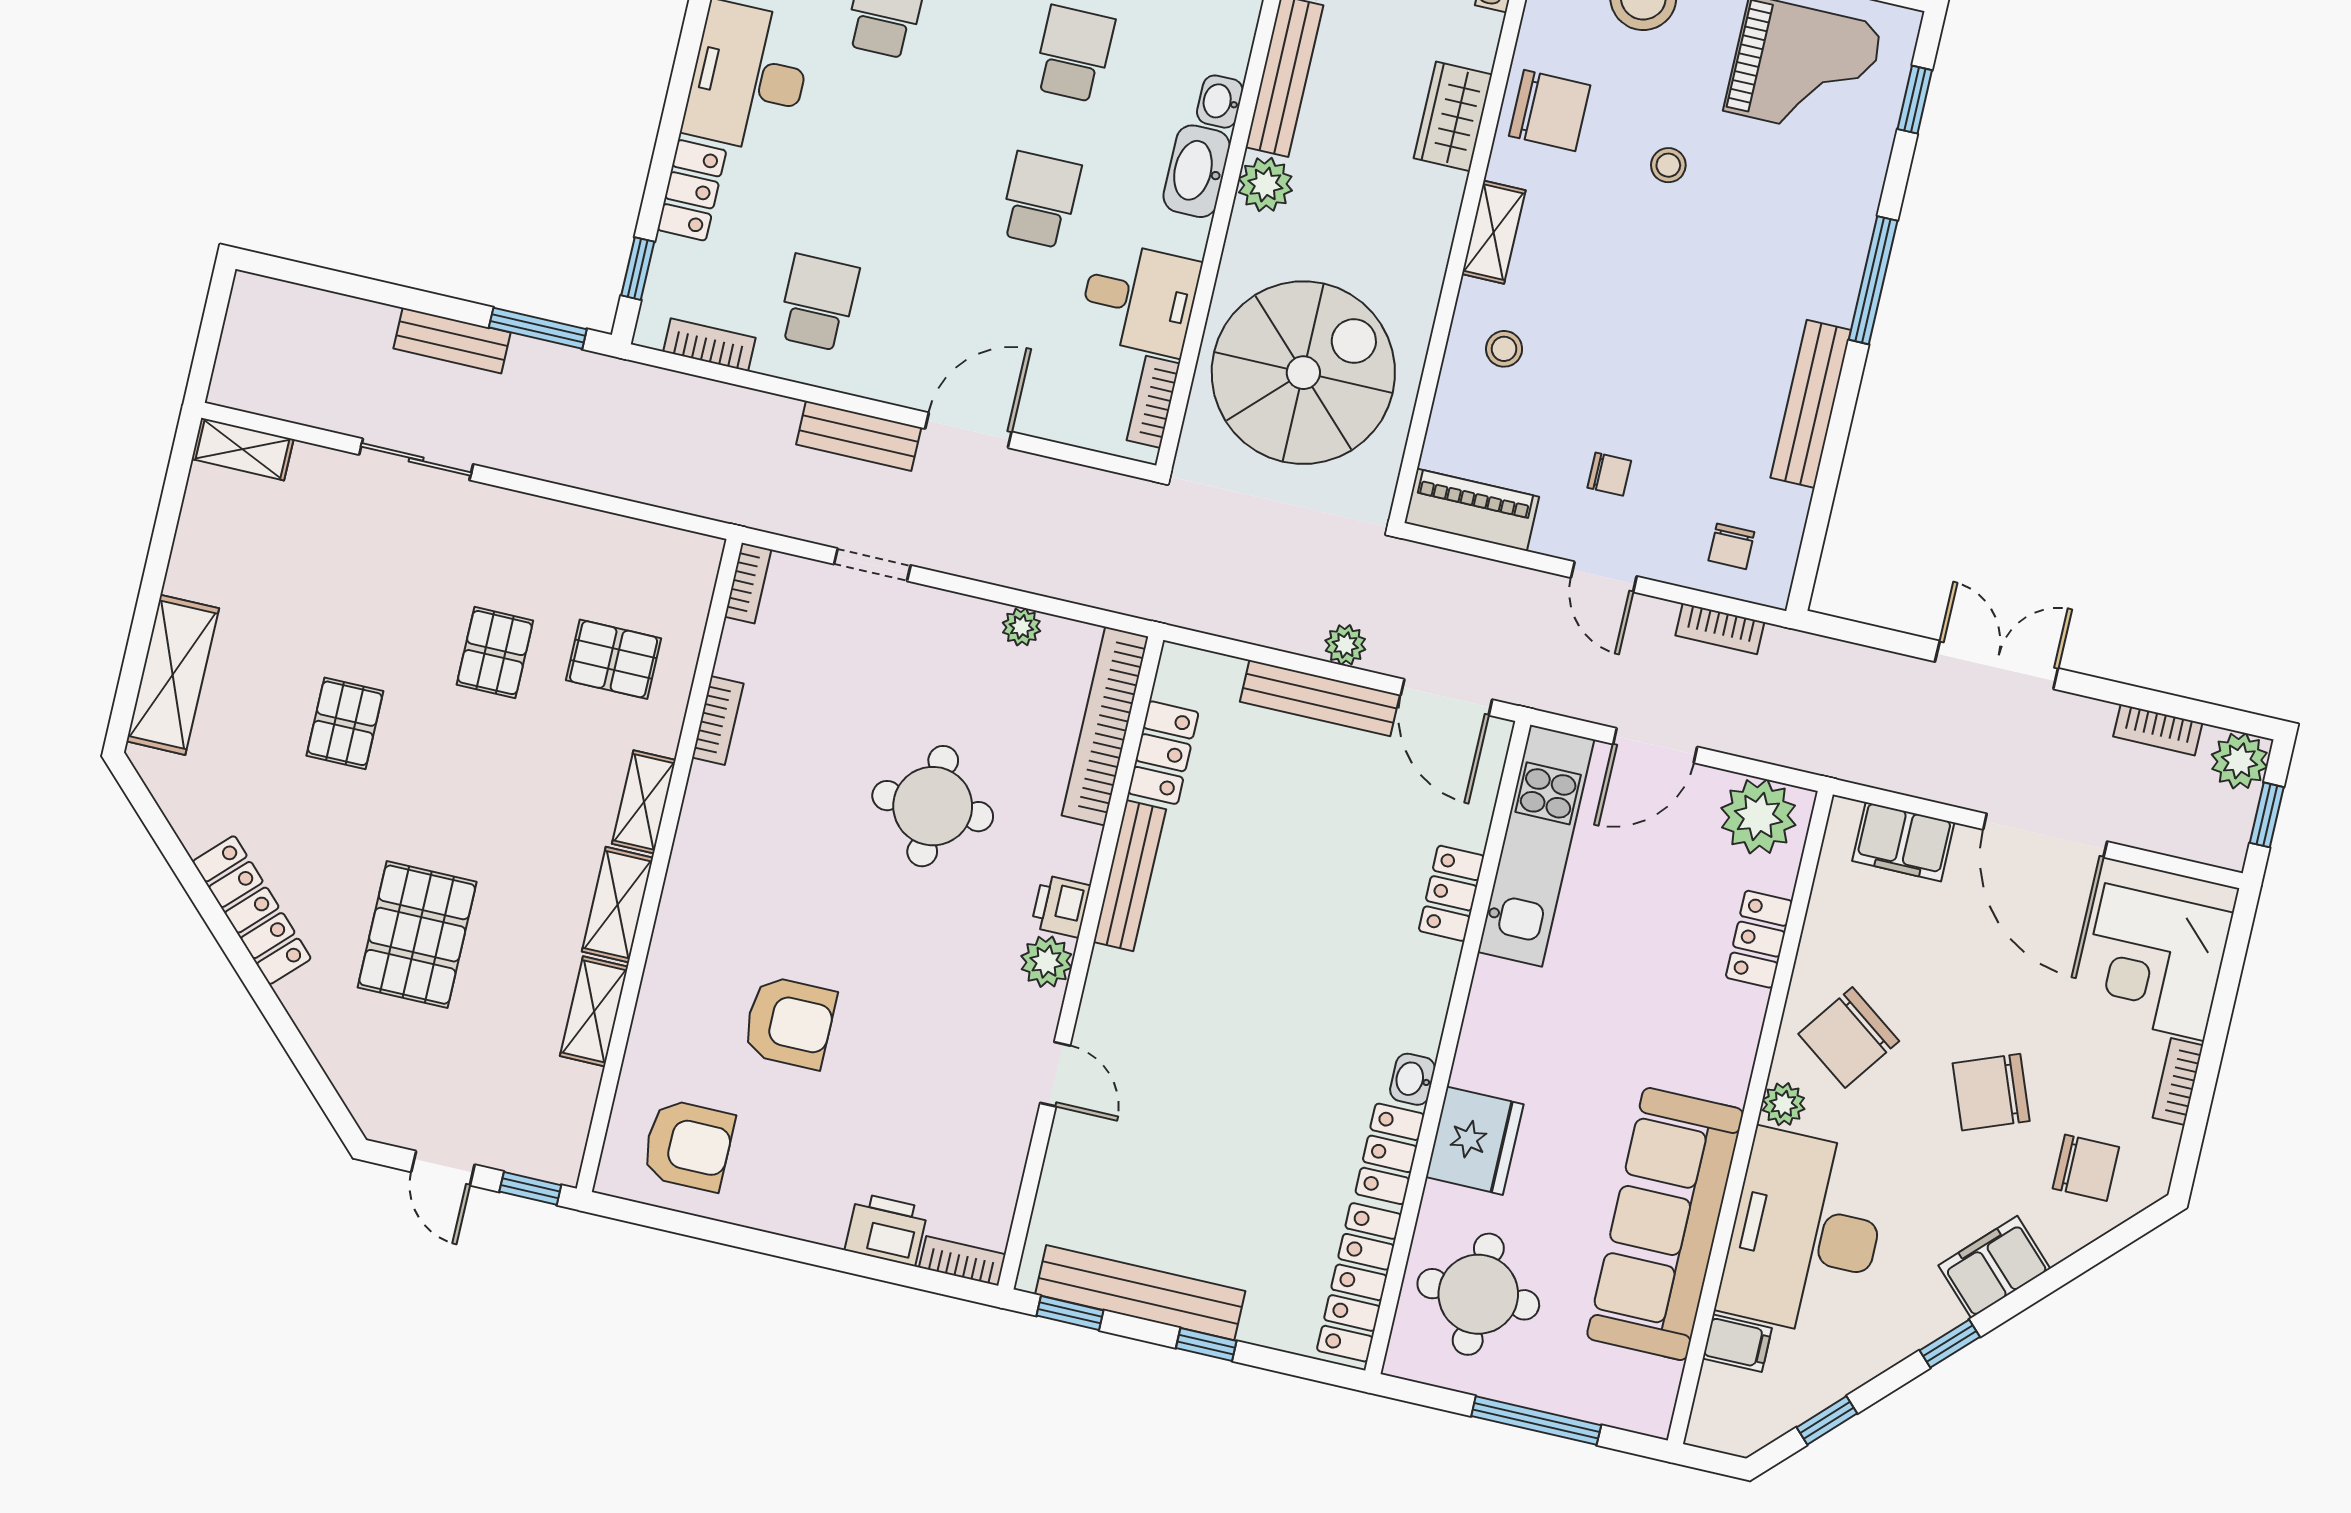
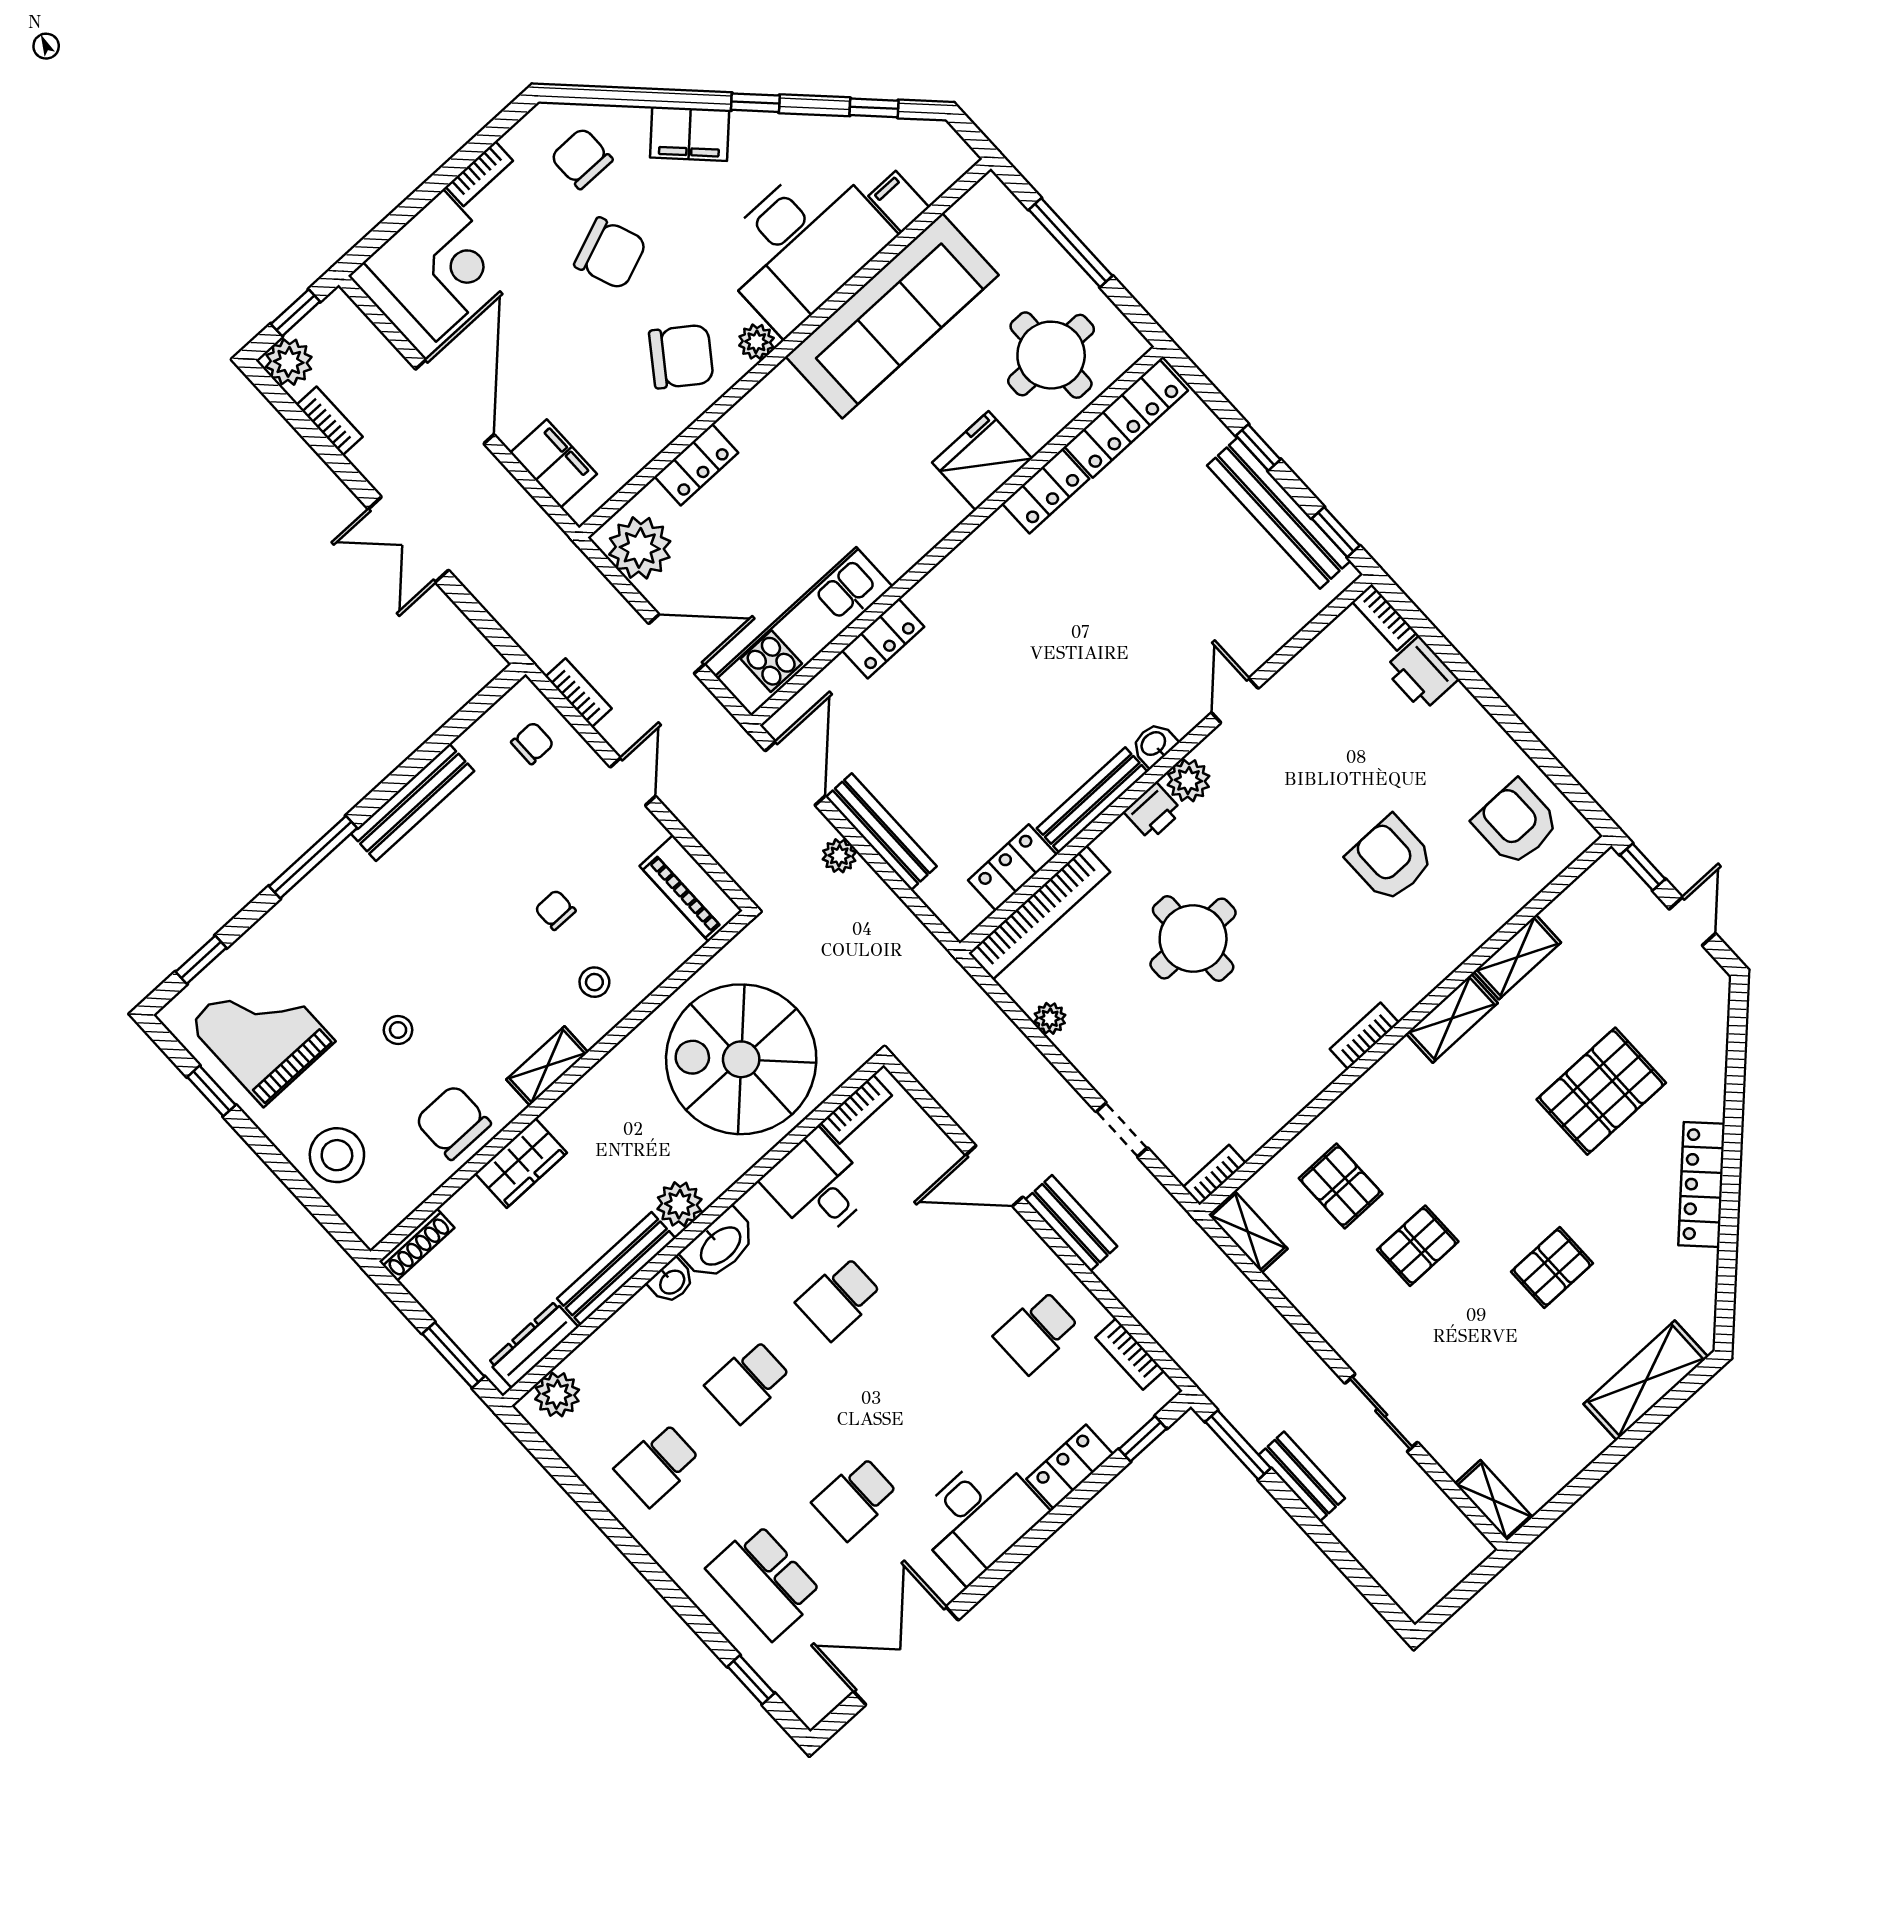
chair: (1609, 474) -> (555, 910), moved
bookcase: (718, 721) -> (1364, 1036), moved
shelving: (644, 802) -> (1248, 1232), moved, turned 90
washbasin: (1412, 1079) -> (1154, 744), moved, turned 180

